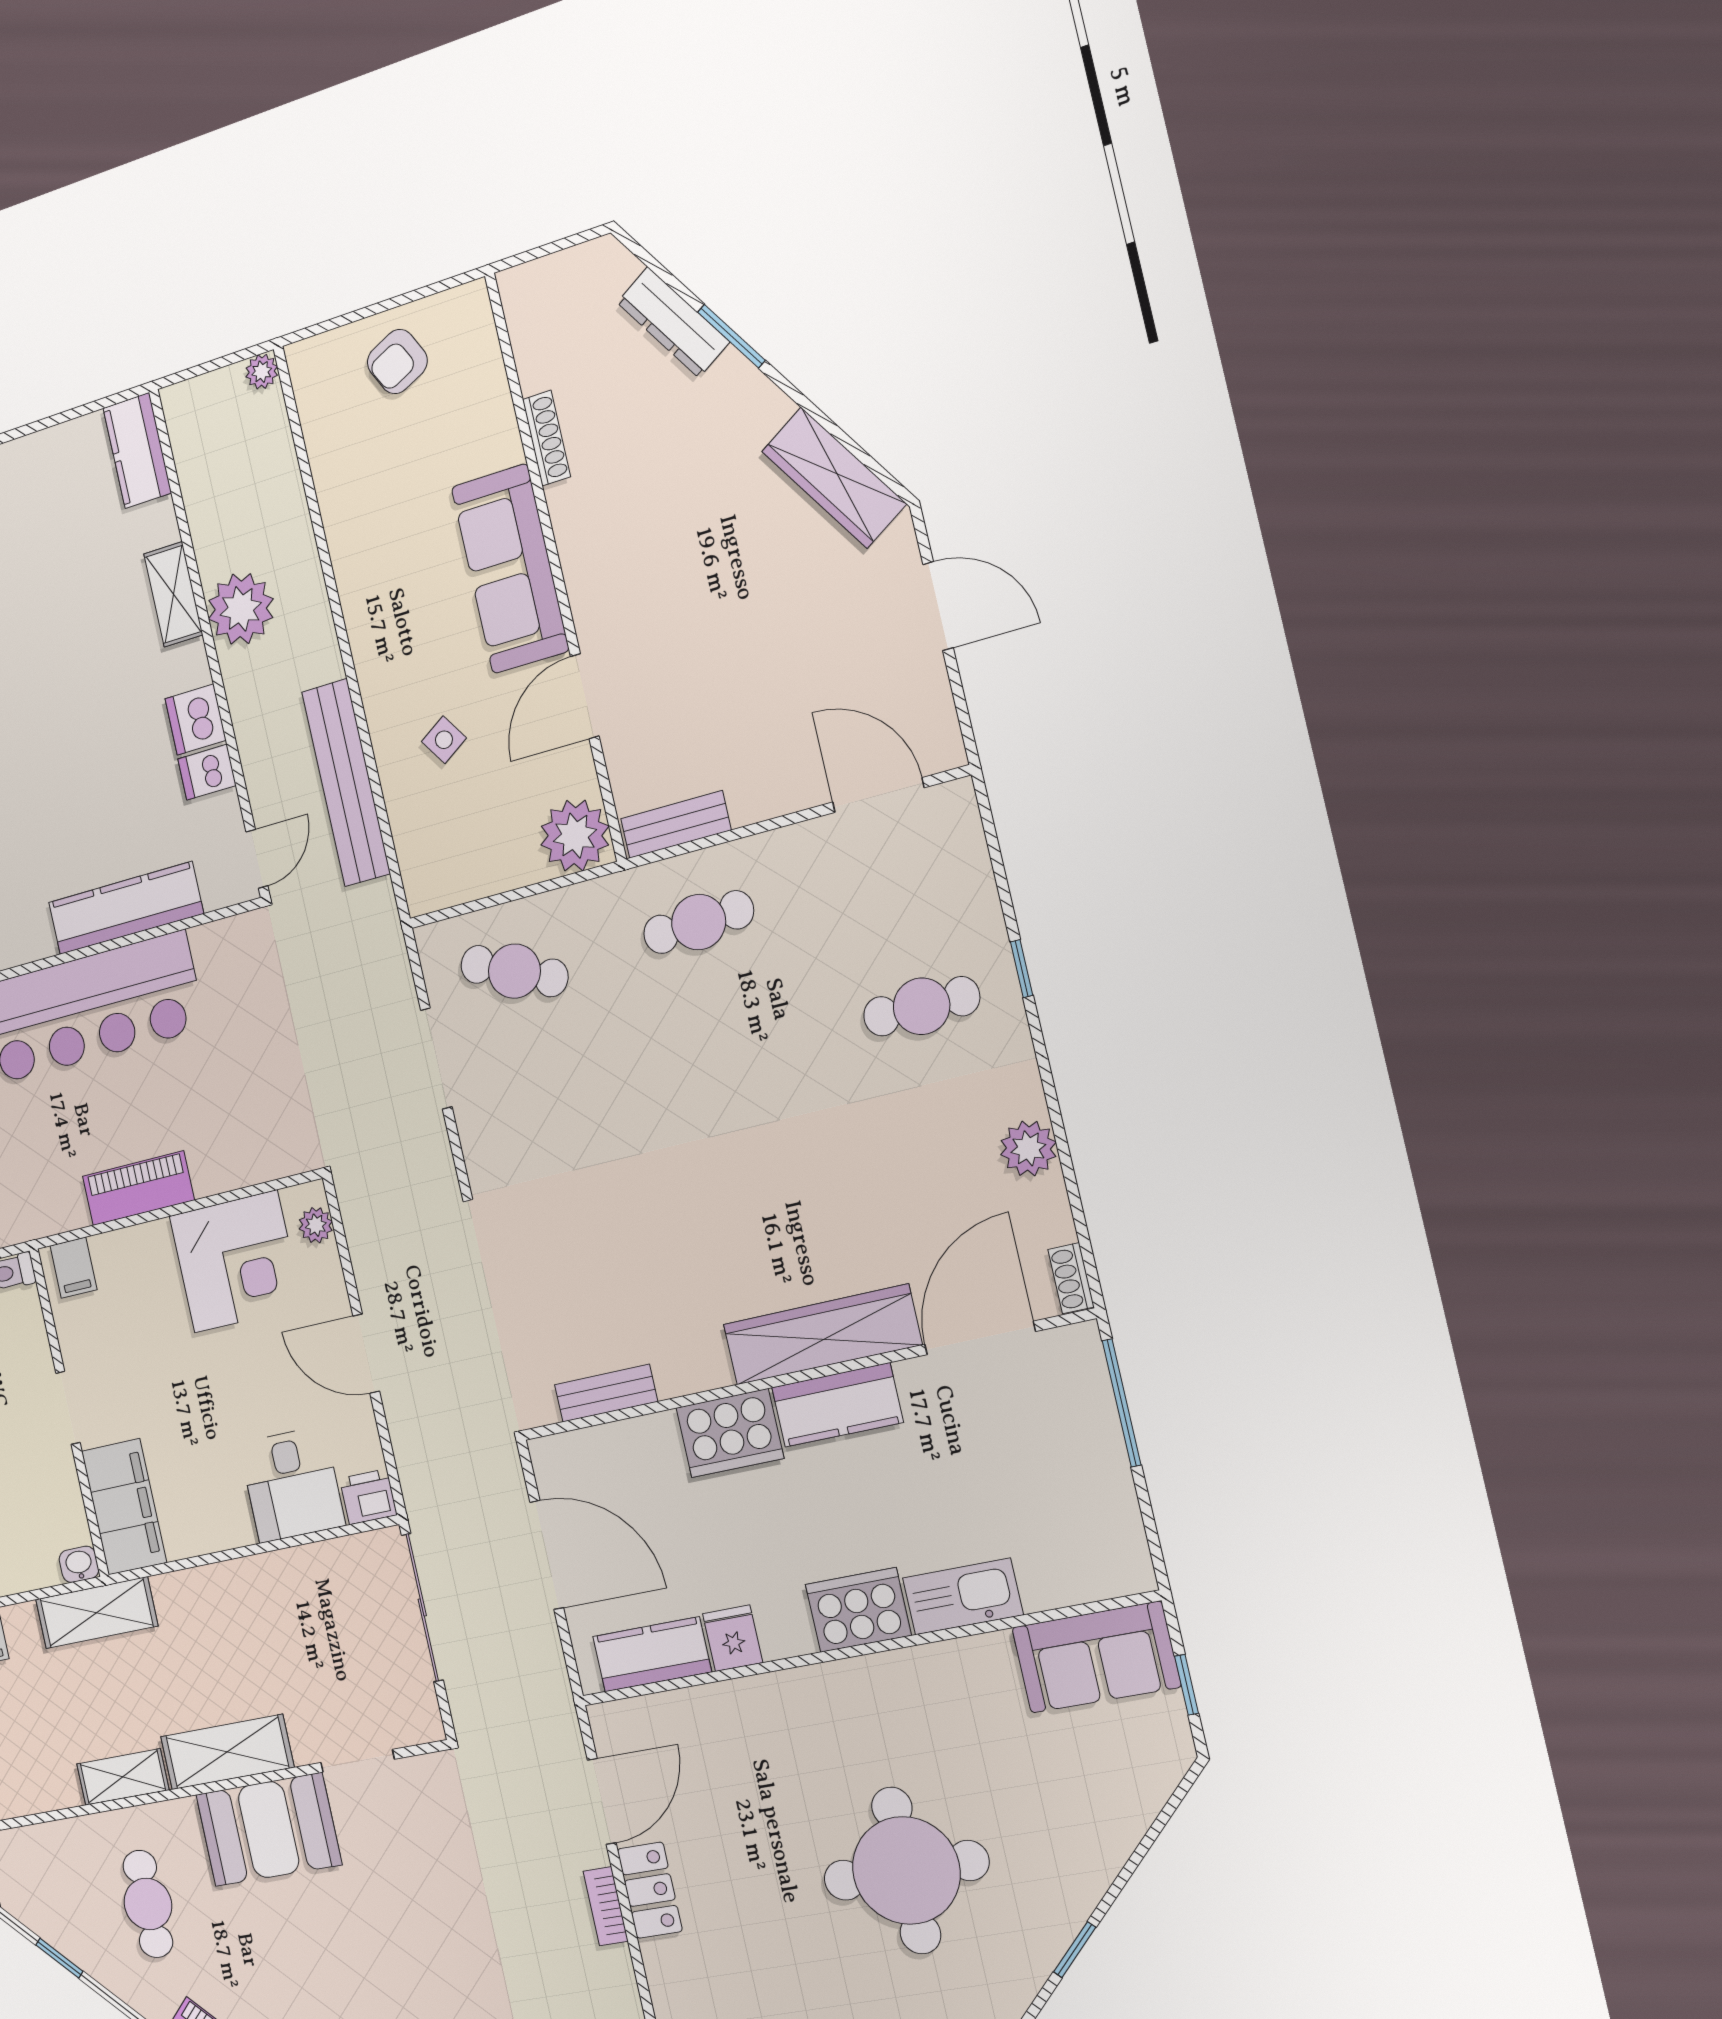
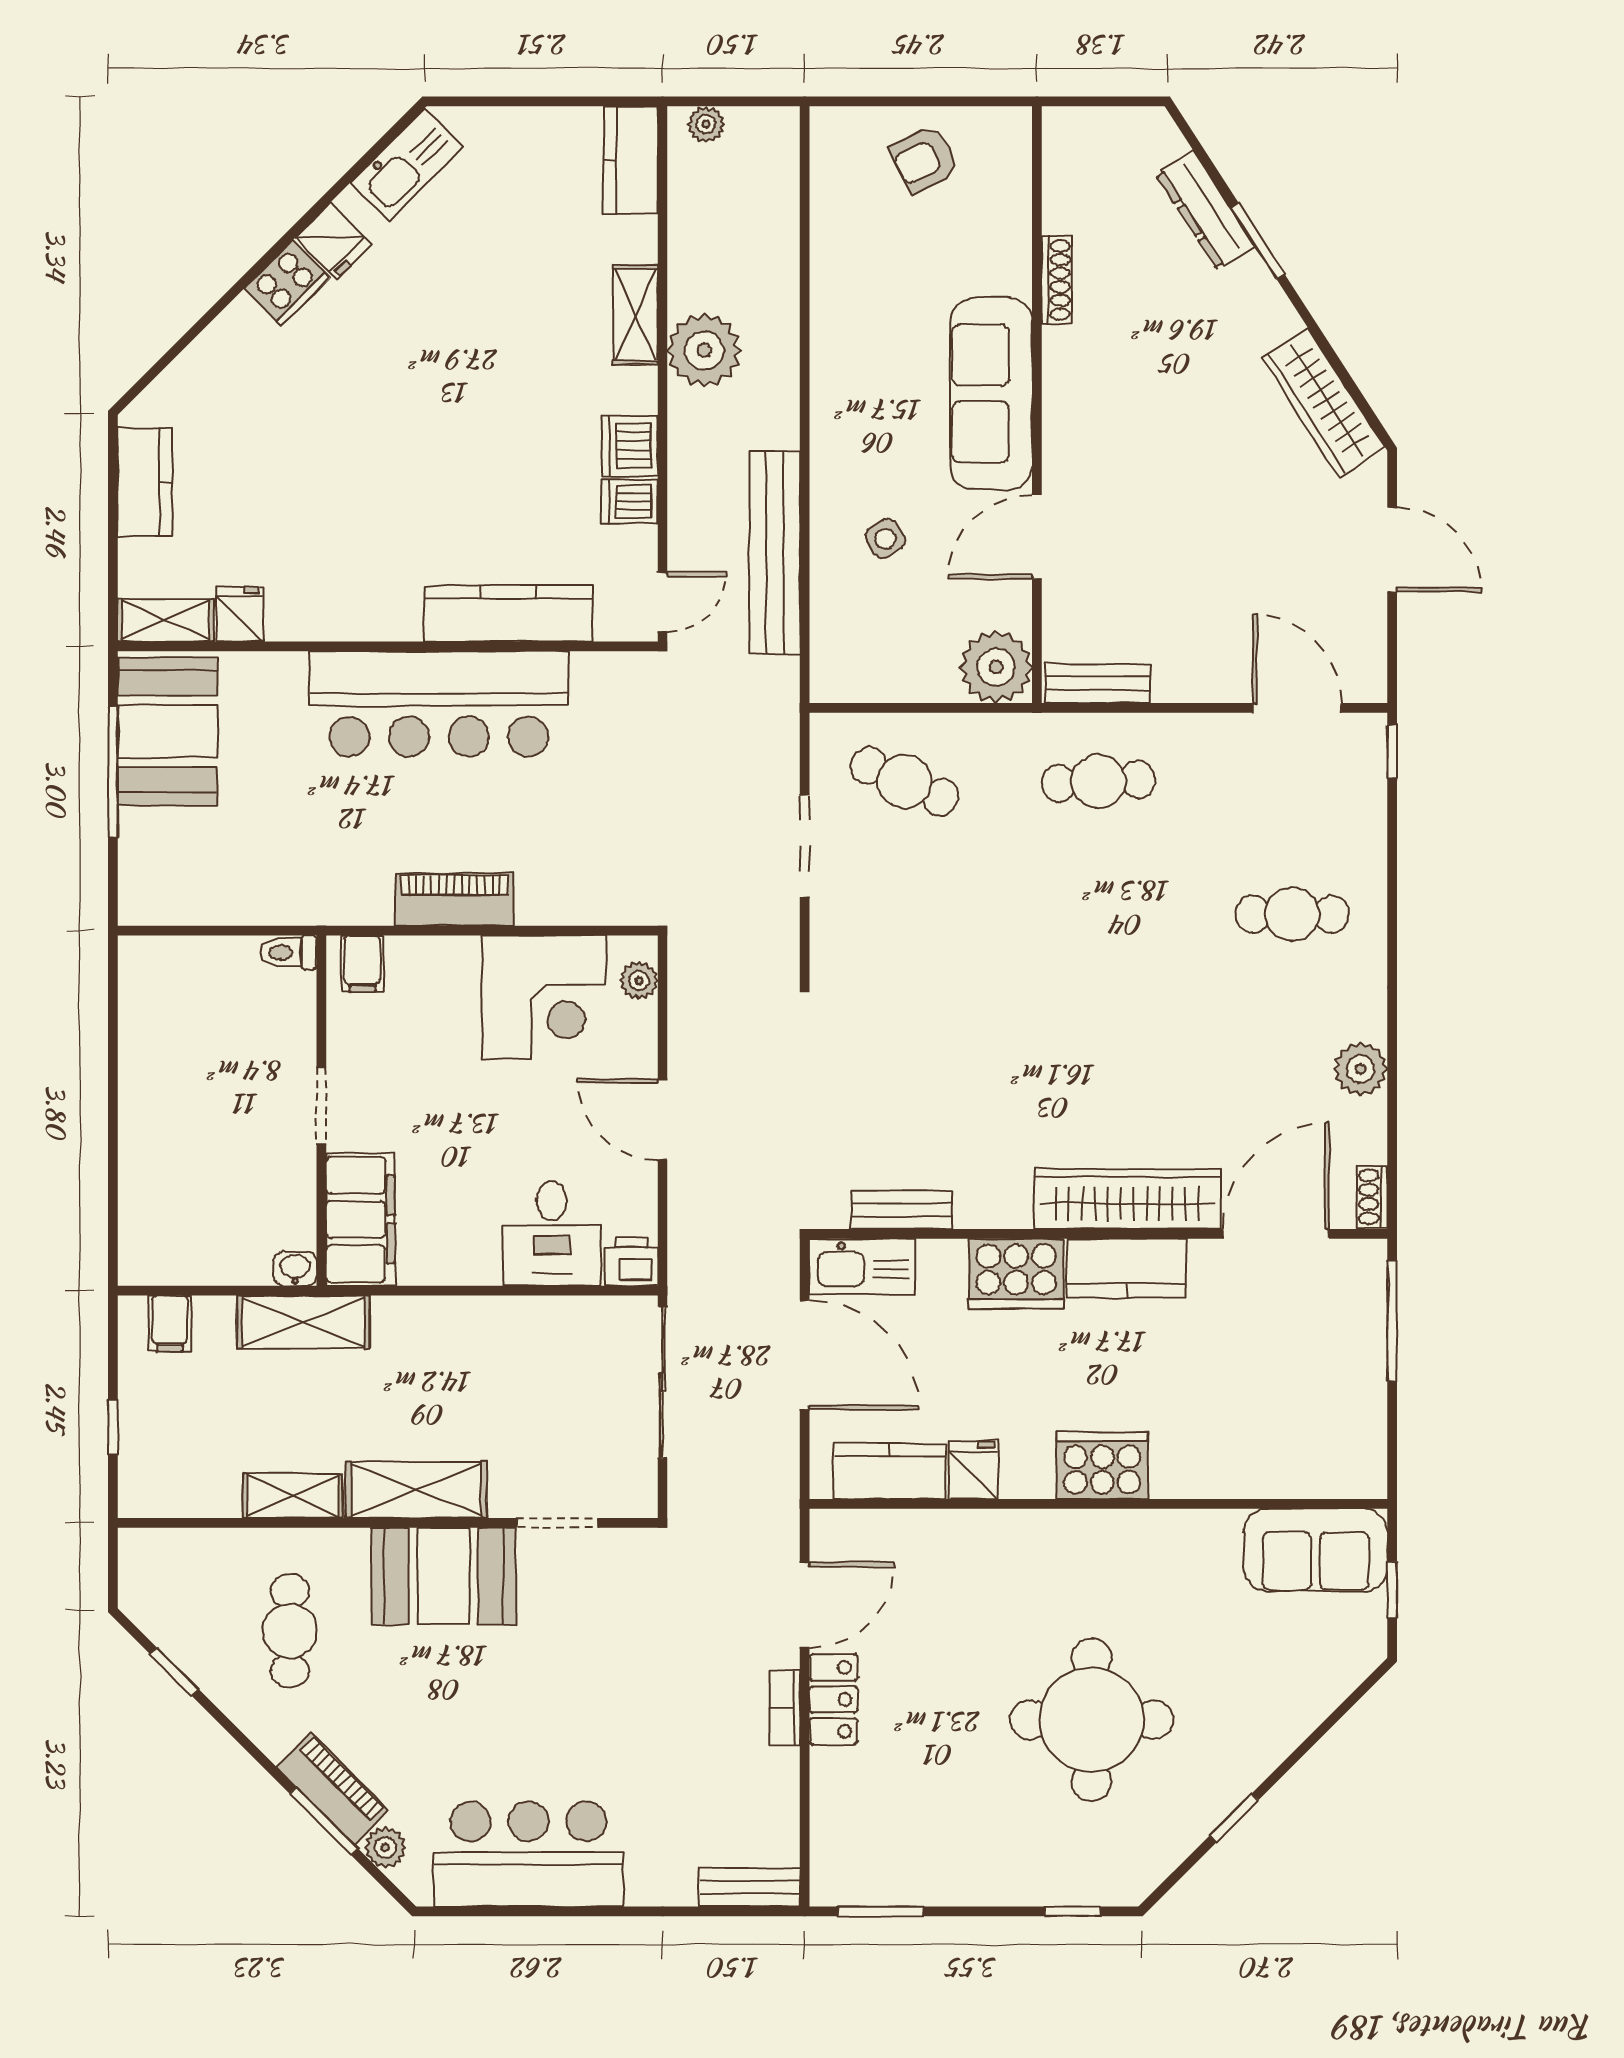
plant: (262, 372) -> (706, 124), moved
window: (1022, 969) -> (1392, 752), moved
kitchen sink: (963, 1596) -> (862, 1266), moved, turned 180

